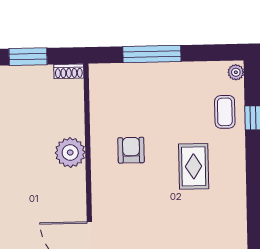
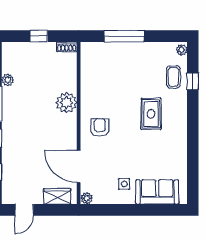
window: (28, 57) -> (39, 36), width x0.67
armchair: (131, 150) -> (100, 128), moved

